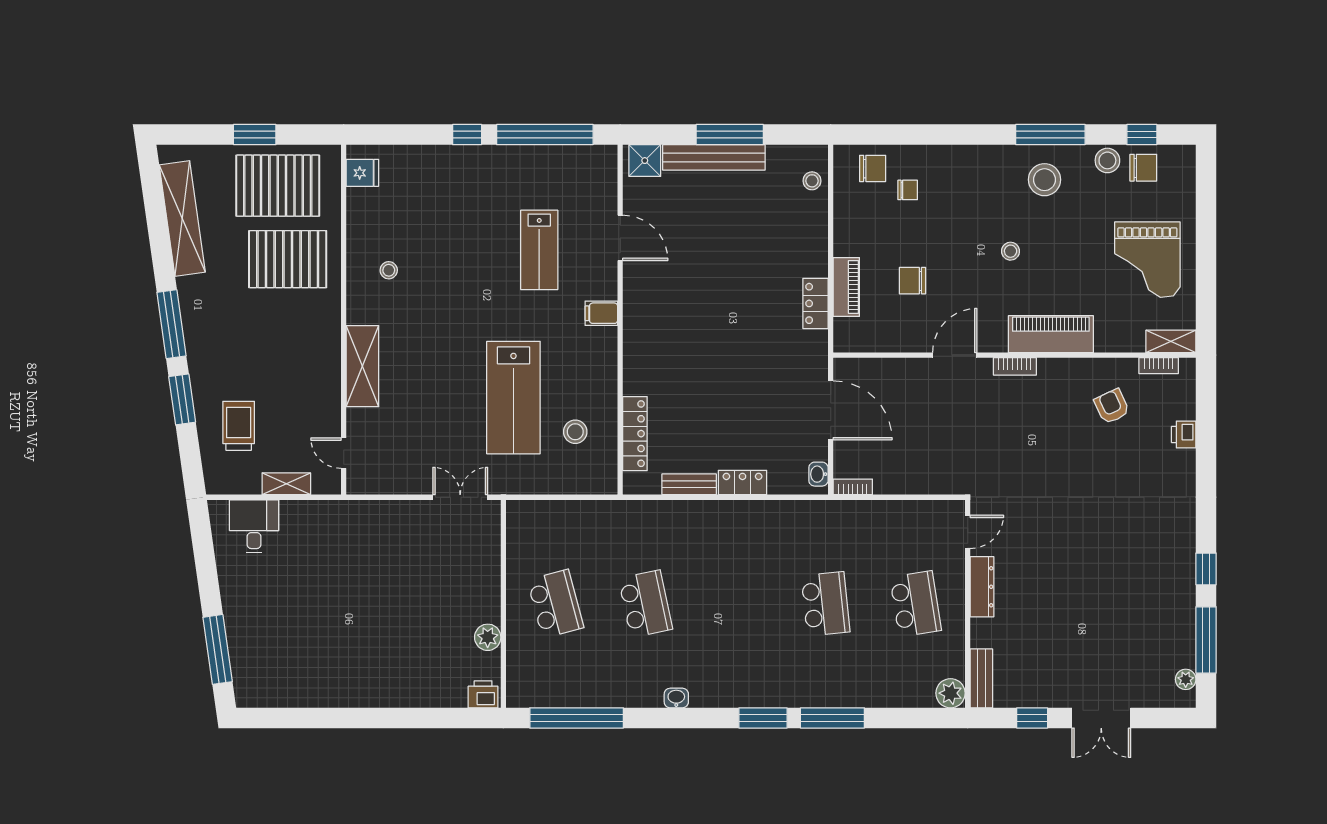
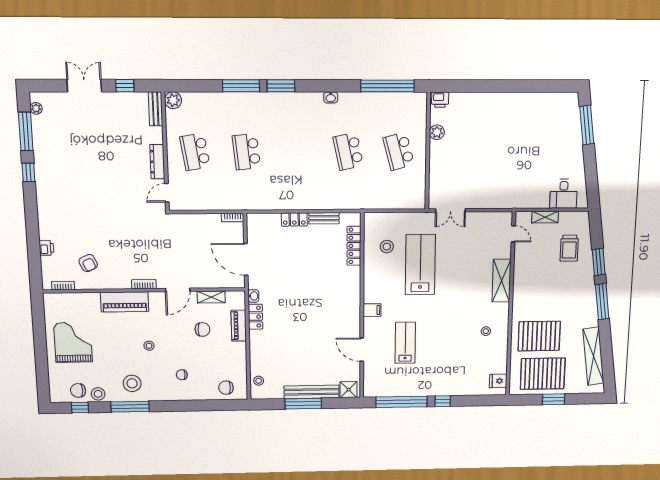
chair: (908, 190) -> (182, 375), moved
shelving: (1171, 341) -> (211, 297), moved
washbasin: (818, 474) -> (253, 296), moved

